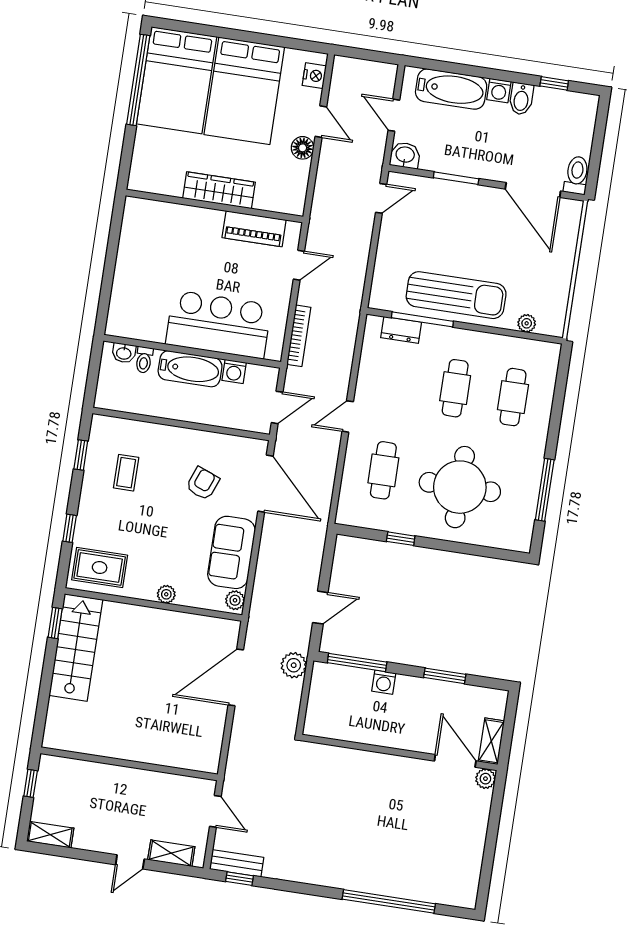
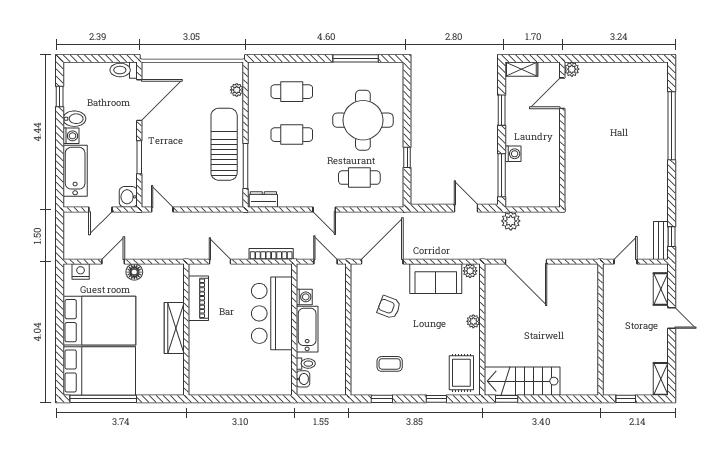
dresser: (401, 330) -> (263, 199), moved, turned -90
shelving: (491, 741) -> (521, 69), moved

